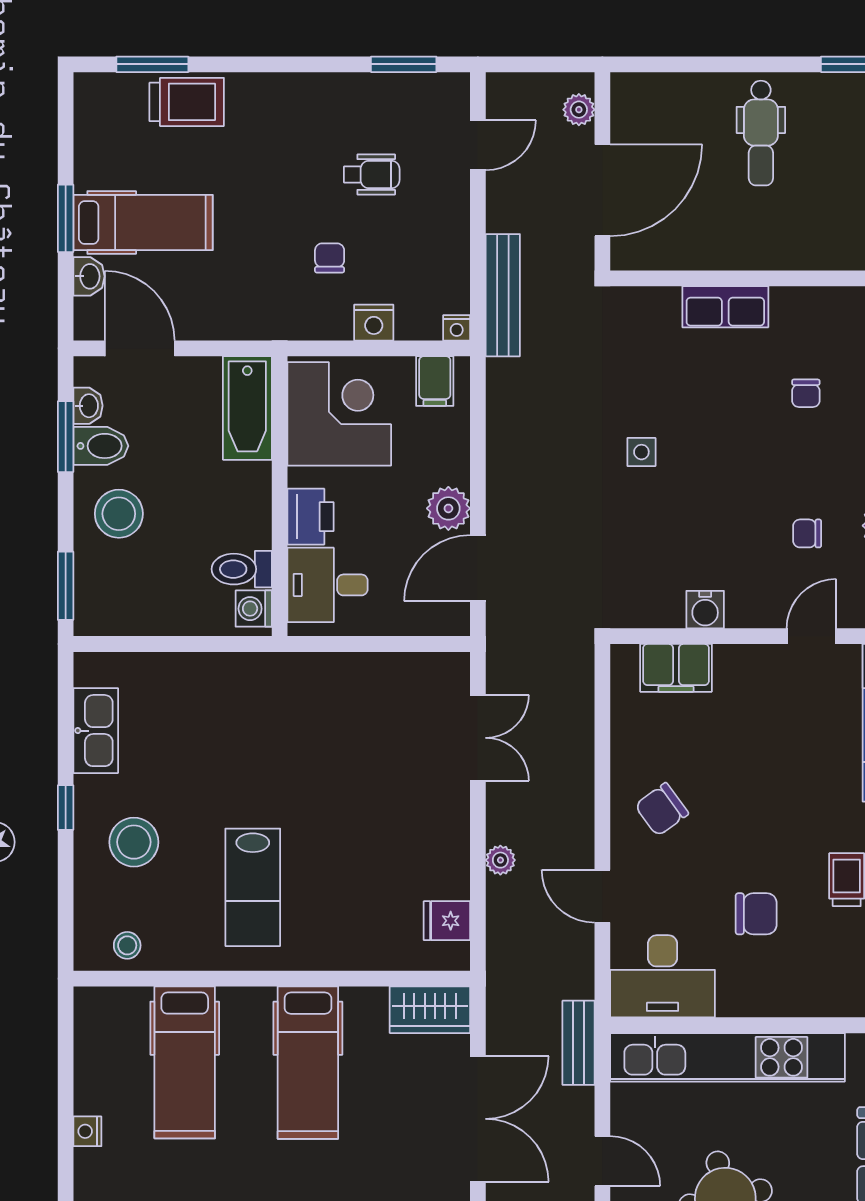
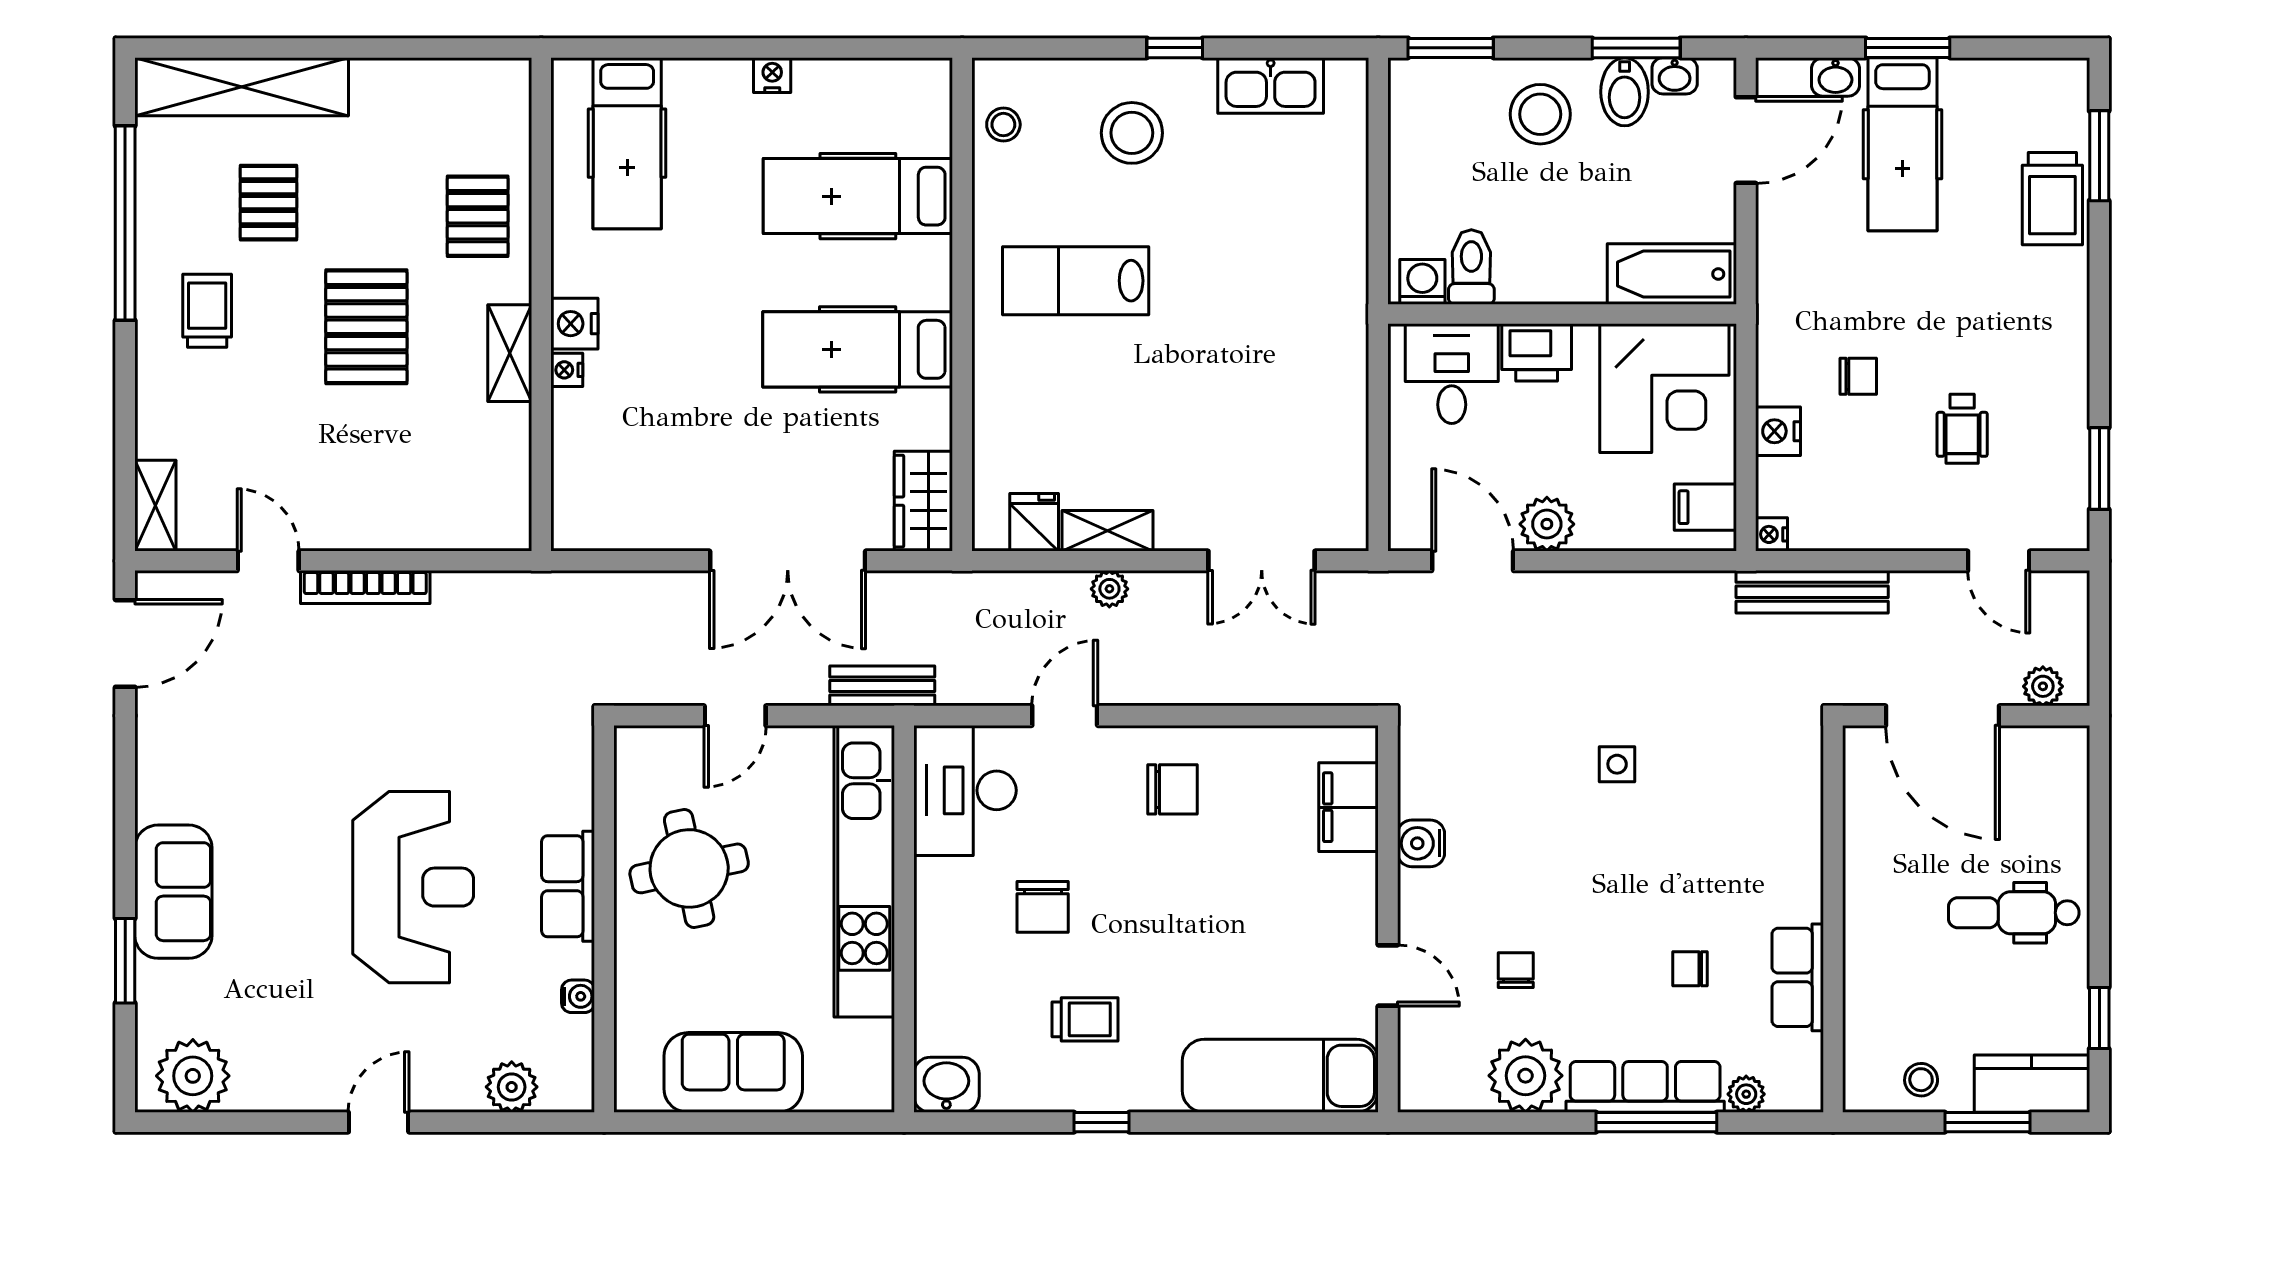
row of seats: (725, 307) -> (1798, 977), moved
chair: (662, 809) -> (1173, 789), turned 126
shelving: (454, 862) -> (1108, 531), added

